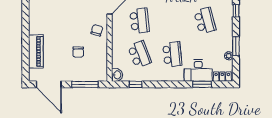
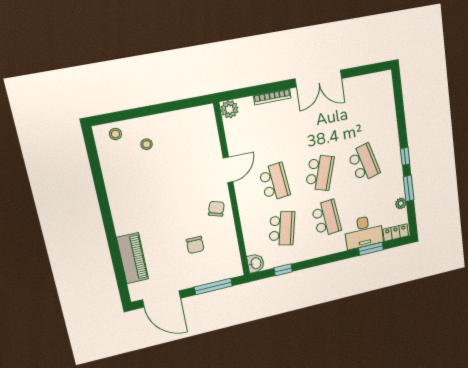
window: (236, 11) -> (405, 156), moved
school desk: (172, 21) -> (320, 172), added
school desk: (140, 54) -> (282, 228), turned 33

